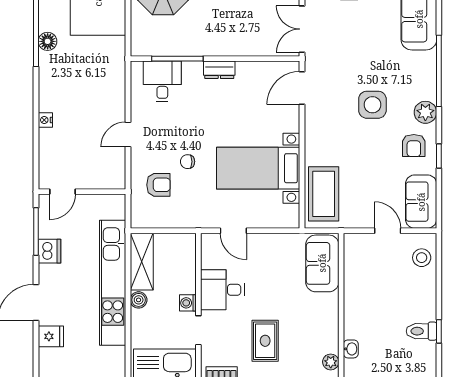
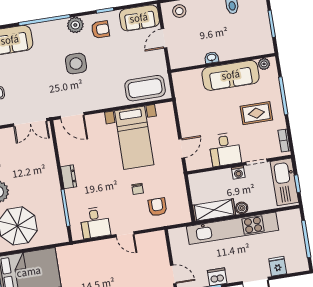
desk: (162, 81) -> (95, 223), moved, turned -90
sofa: (322, 263) -> (231, 75), moved, width x1.36
washbasin: (351, 349) -> (212, 58), moved

